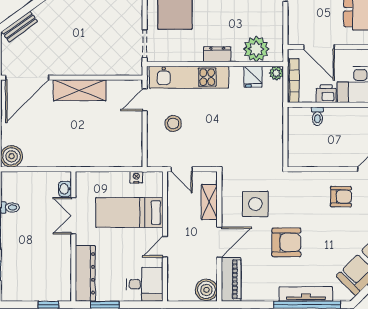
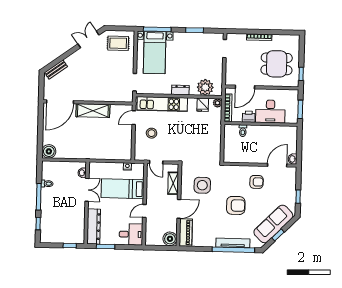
door: (319, 47) -> (245, 87), hinge flipped
double door: (73, 216) -> (87, 190), swing flipped
armchair: (286, 242) -> (236, 205), moved

